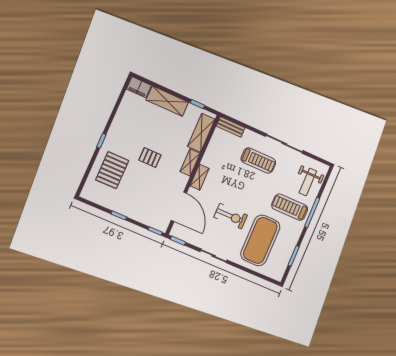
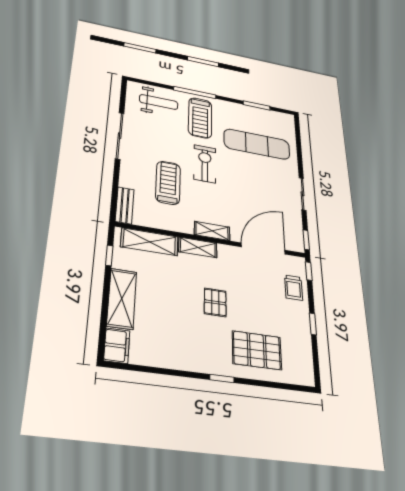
treadmill: (258, 161) -> (168, 183), moved
trolley: (146, 215) -> (294, 288), added
exercise bike: (231, 216) -> (205, 164), moved
exercise mat: (260, 240) -> (257, 144), width x0.68

